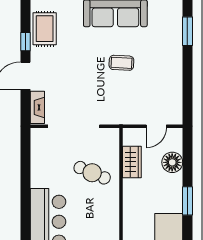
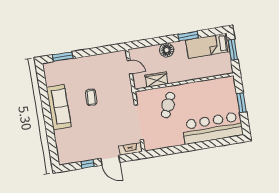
rug: (45, 29) -> (77, 153), removed
floor lamp: (172, 162) -> (167, 50), moved
window: (187, 201) -> (188, 36), moved

